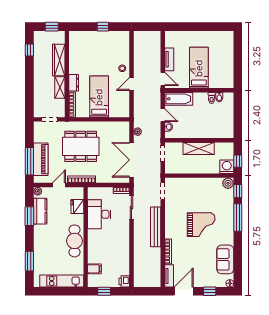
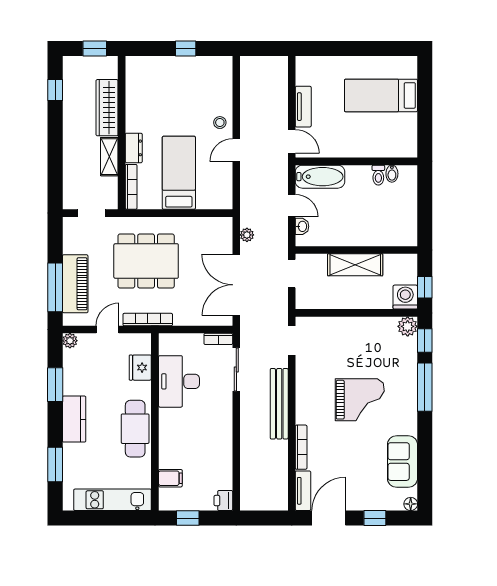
bed: (199, 68) -> (381, 95), moved, turned -90
kitchen counter: (40, 211) -> (74, 419), moved

